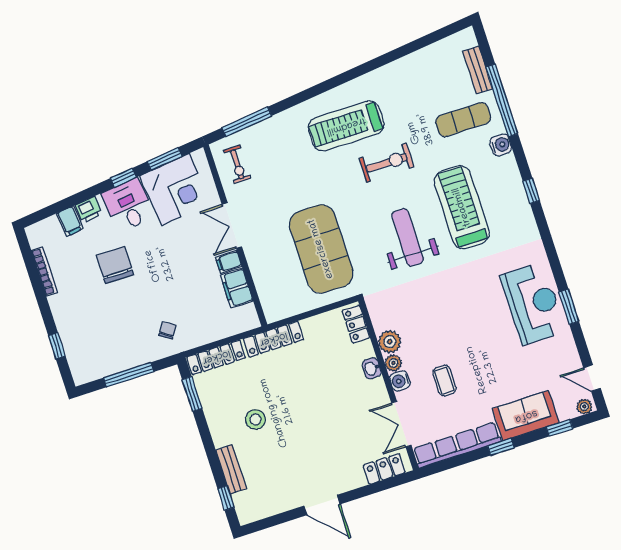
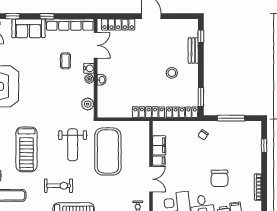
exercise bike: (387, 163) -> (59, 186), turned 180
weight bench: (408, 237) -> (73, 145), moved
locker: (356, 324) -> (102, 106), removed
plant: (390, 342) -> (88, 104), moved
locker: (384, 469) -> (118, 25), width x1.53

